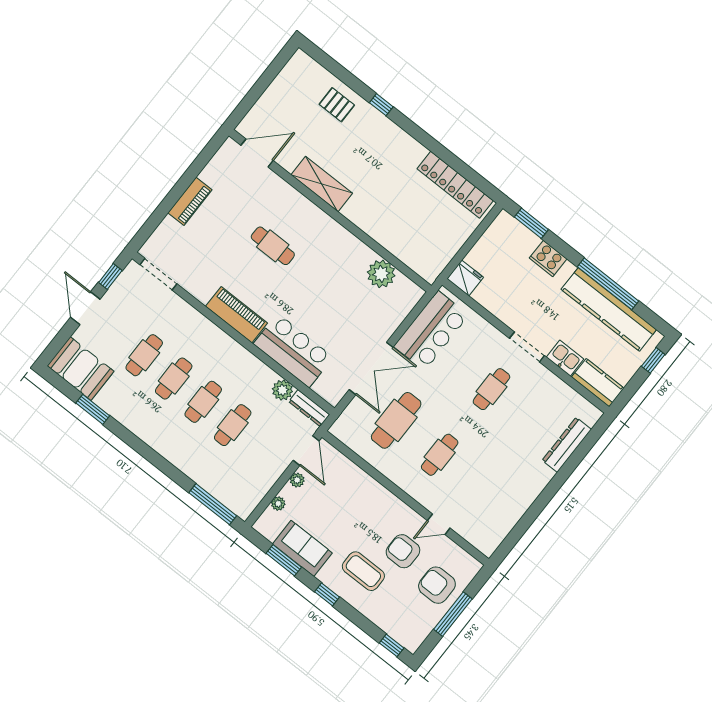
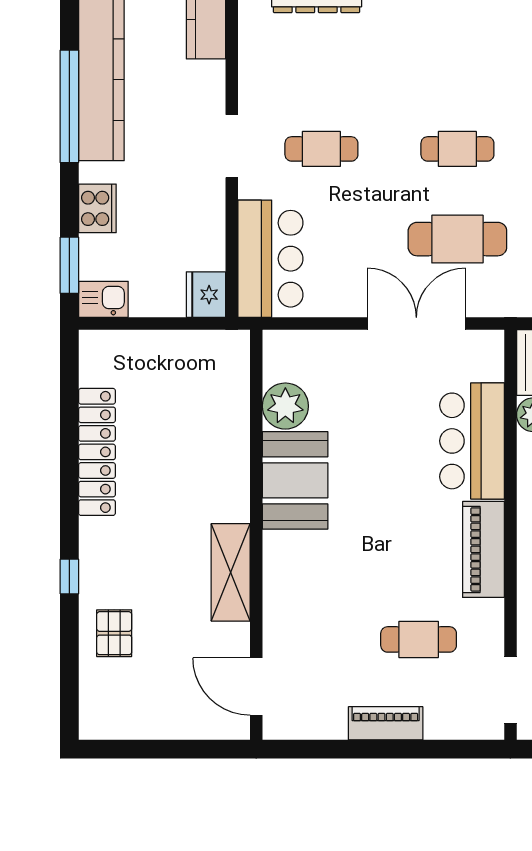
locker: (455, 185) -> (97, 452), moved
cafe table: (273, 246) -> (419, 639), moved, turned 90
booth: (342, 250) -> (295, 480), added
bar counter: (431, 331) -> (270, 259), moved, turned 90
kitchen sink: (565, 358) -> (103, 299), moved, turned 90

